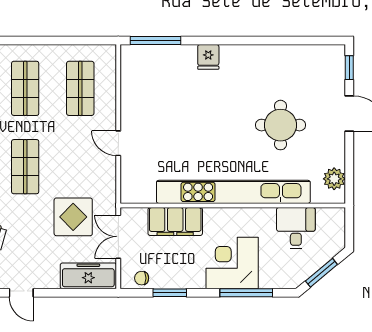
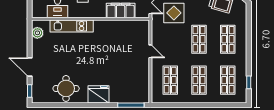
fridge: (208, 57) -> (98, 94), width x1.88, depth x1.34
round table: (281, 125) -> (66, 88), moved
kitchen unit: (233, 192) -> (72, 26), width x0.54

